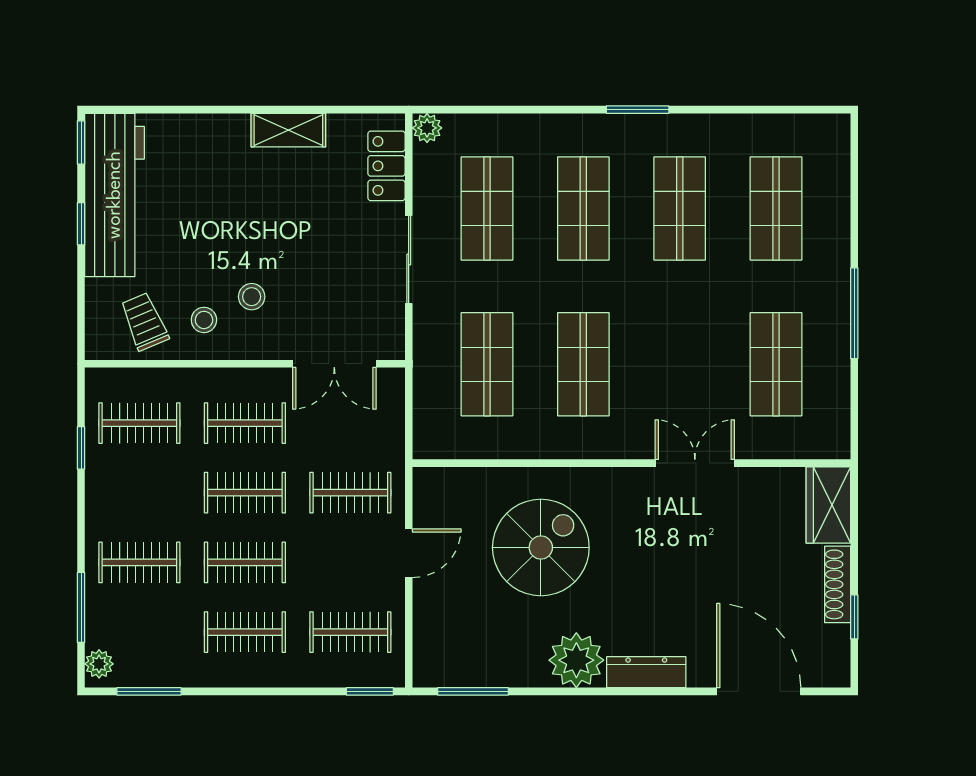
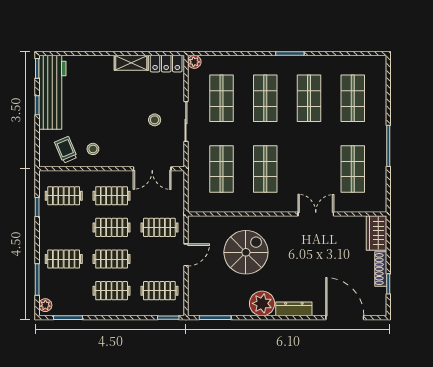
locker: (386, 166) -> (166, 64), moved, turned -90
stool: (252, 297) -> (155, 120), moved

